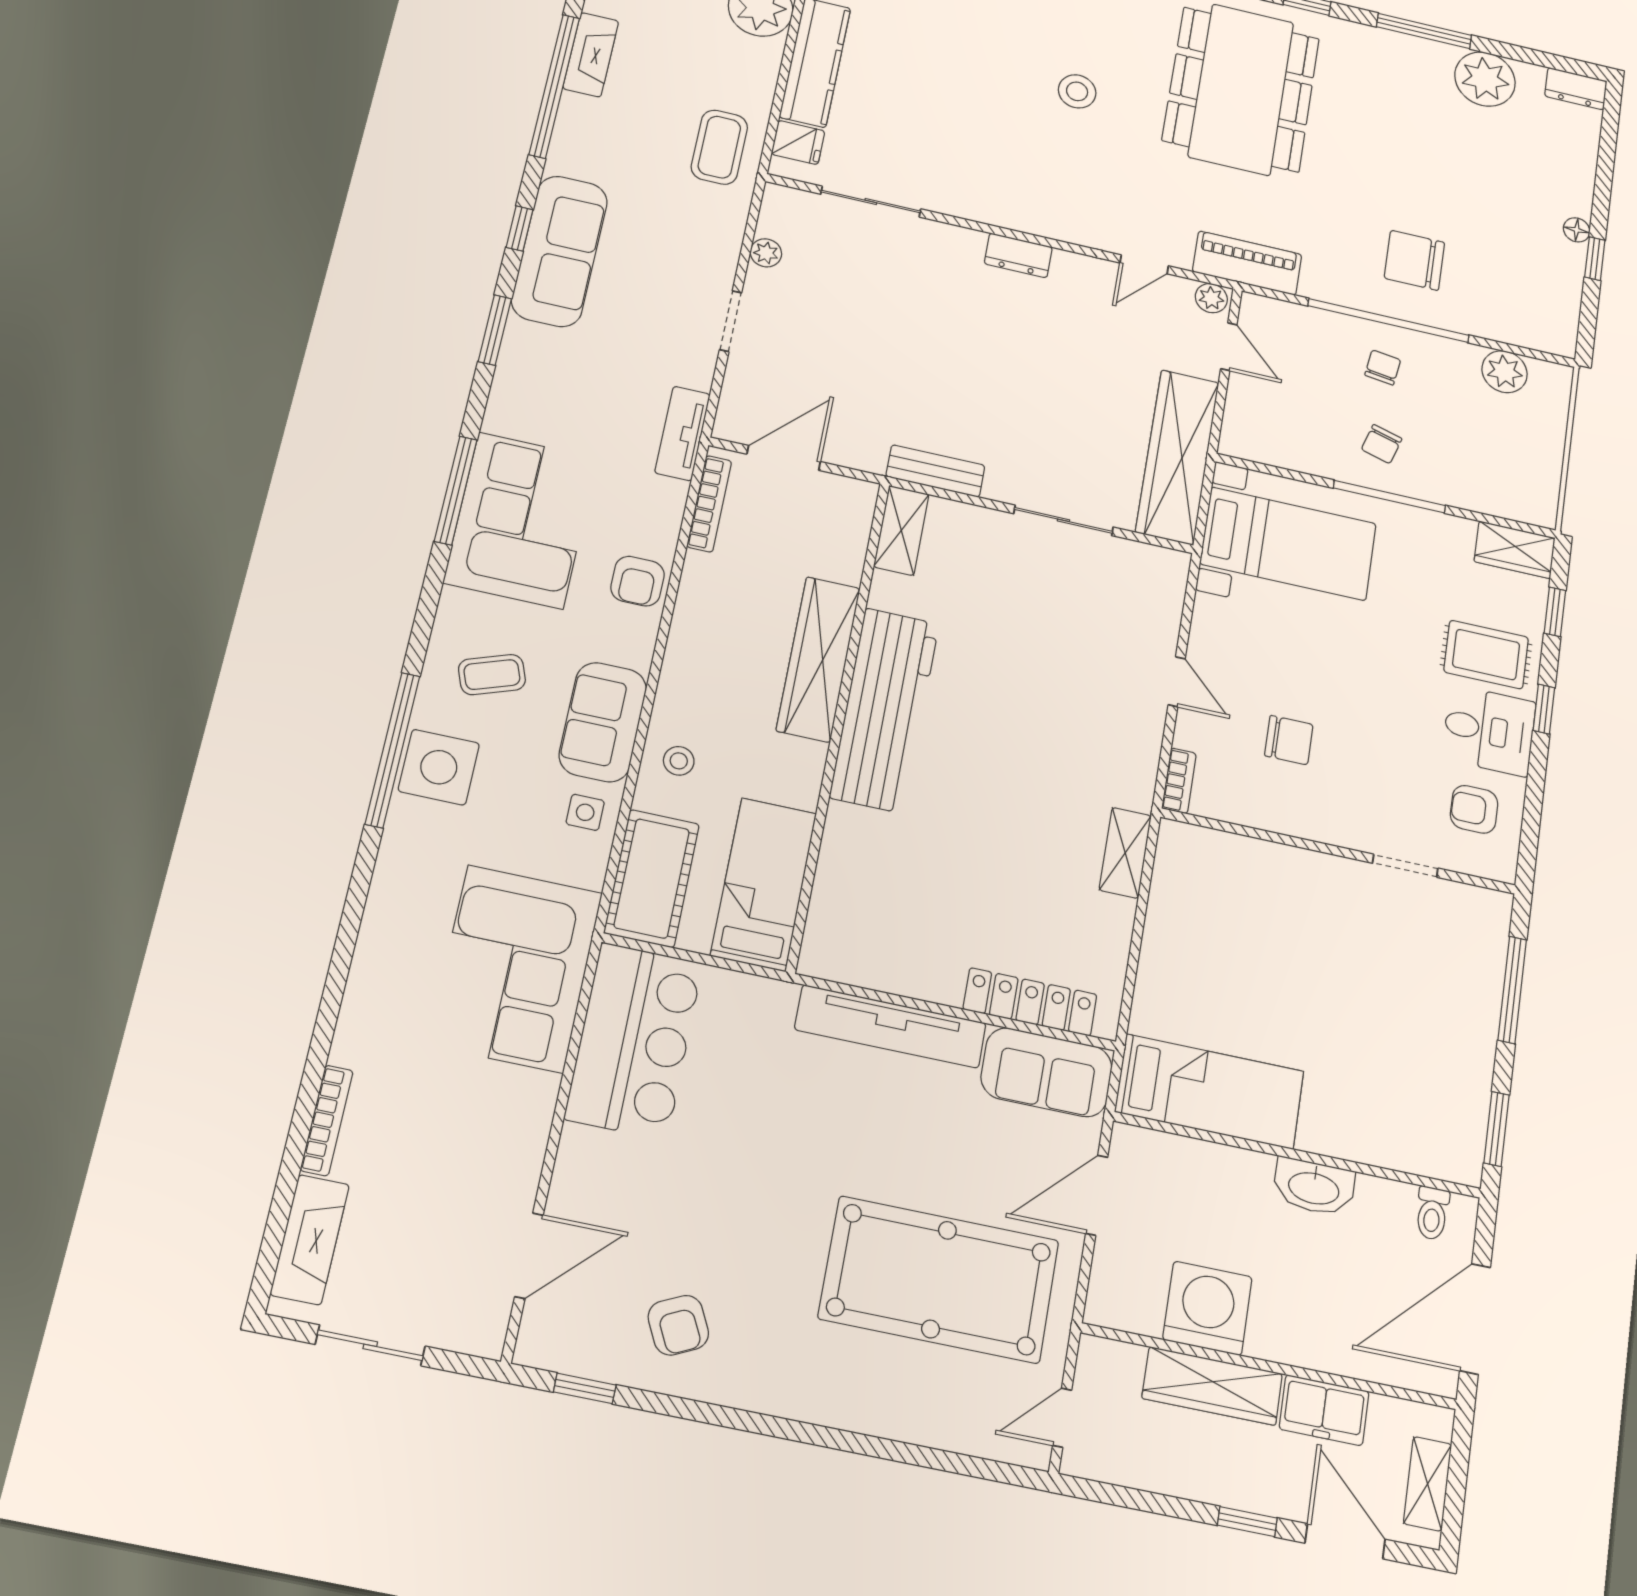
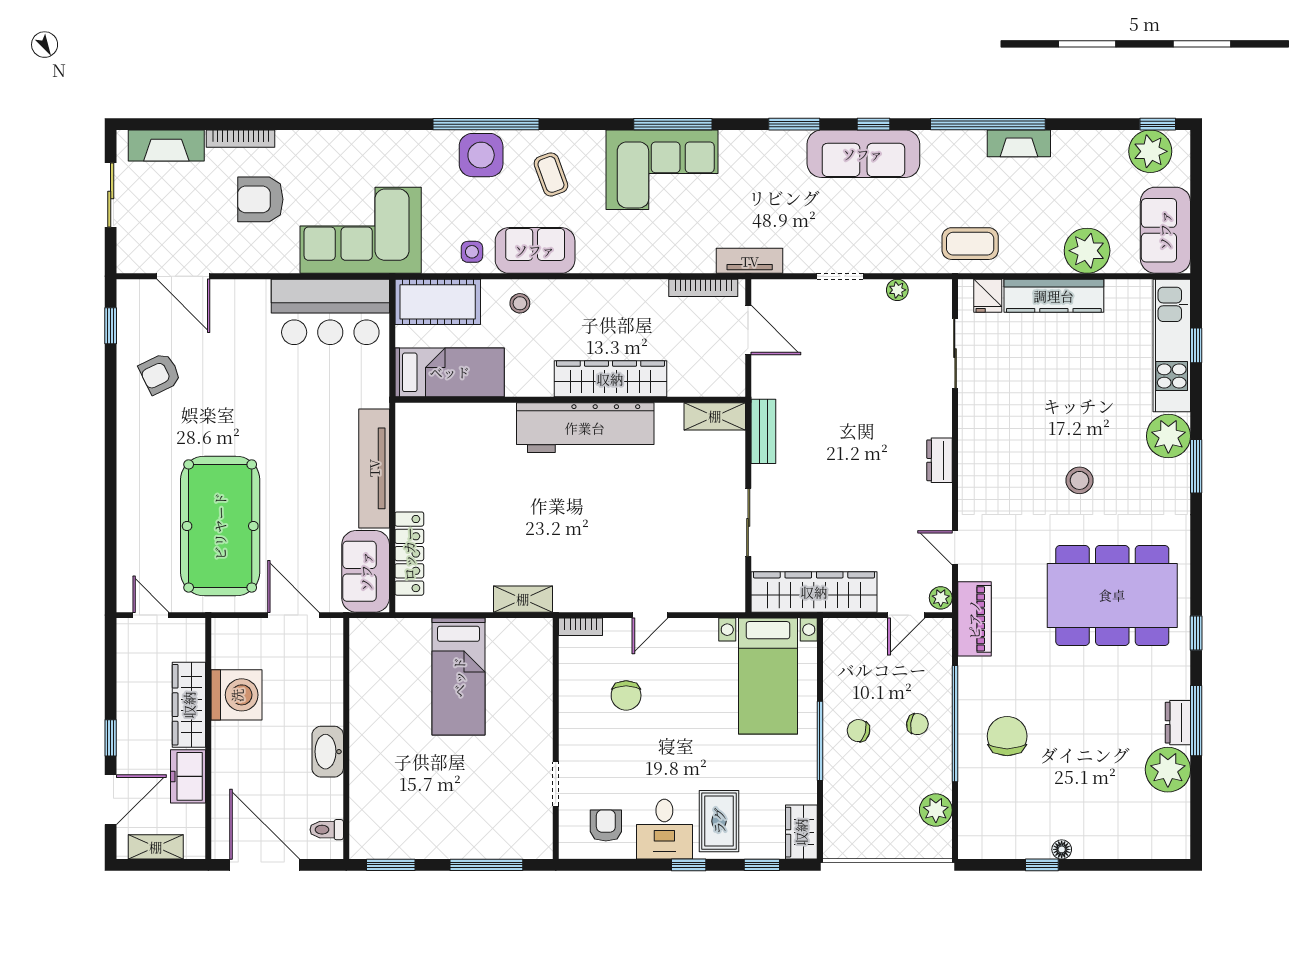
dresser: (1576, 89) -> (1178, 723), moved
armchair: (637, 581) -> (260, 199), moved, width x1.38, depth x1.38
bed: (1210, 1092) -> (459, 677), moved

